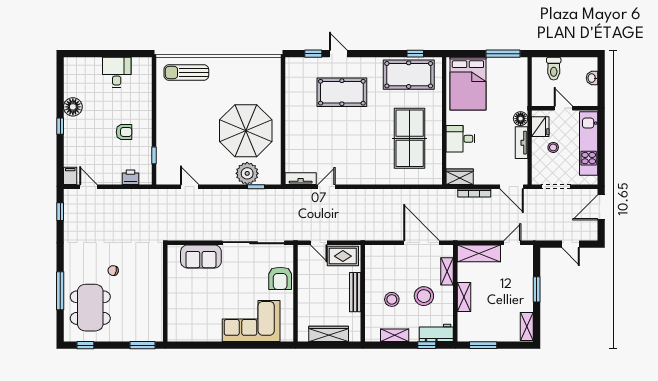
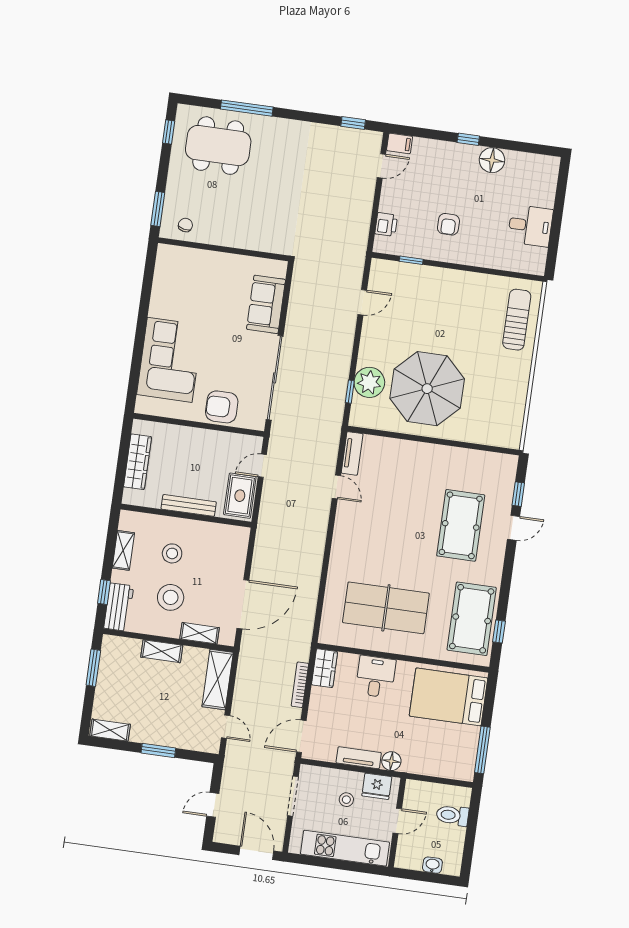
chair: (113, 271) -> (185, 225), moved

